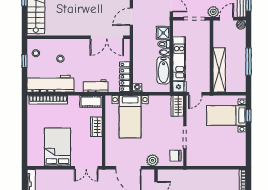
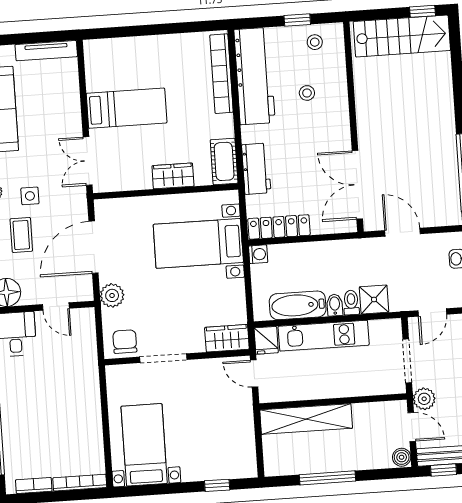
bed with nightstands: (226, 115) -> (144, 445), moved
bed: (57, 147) -> (127, 108), width x0.67

